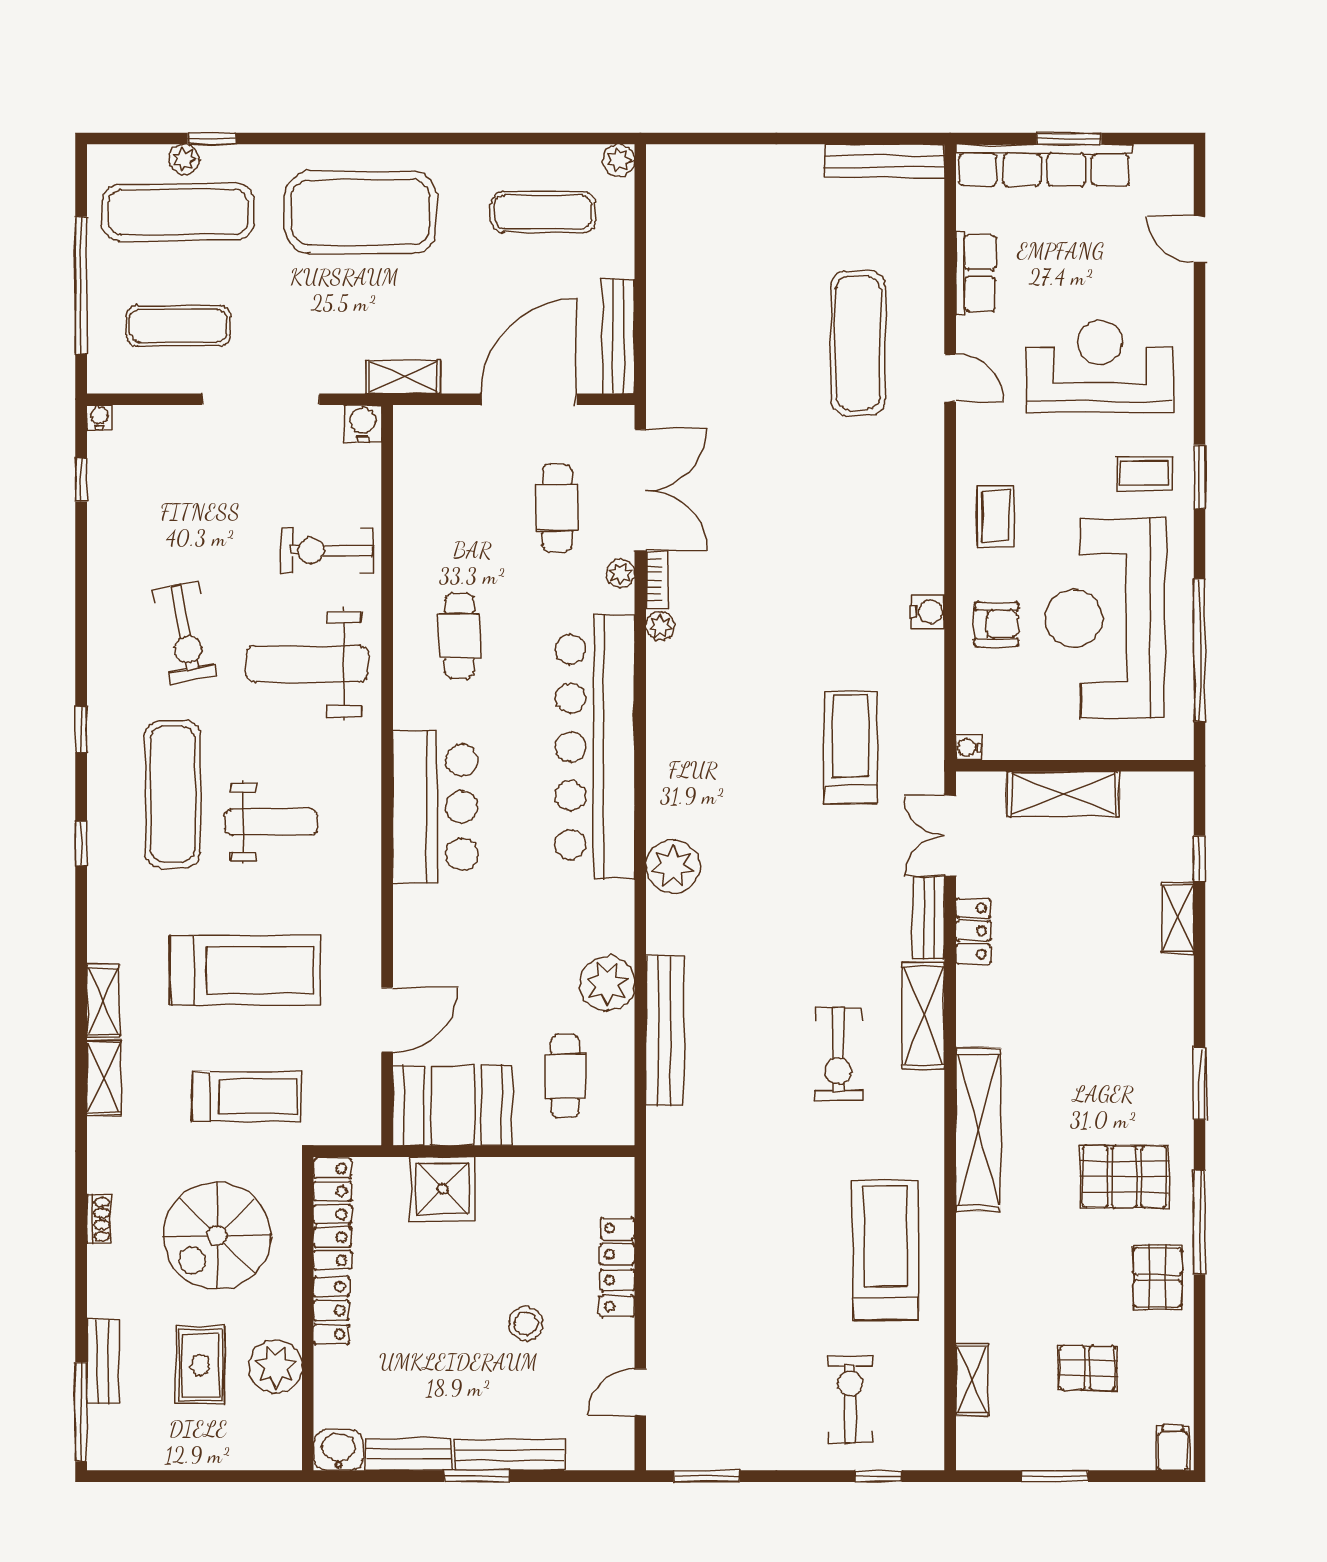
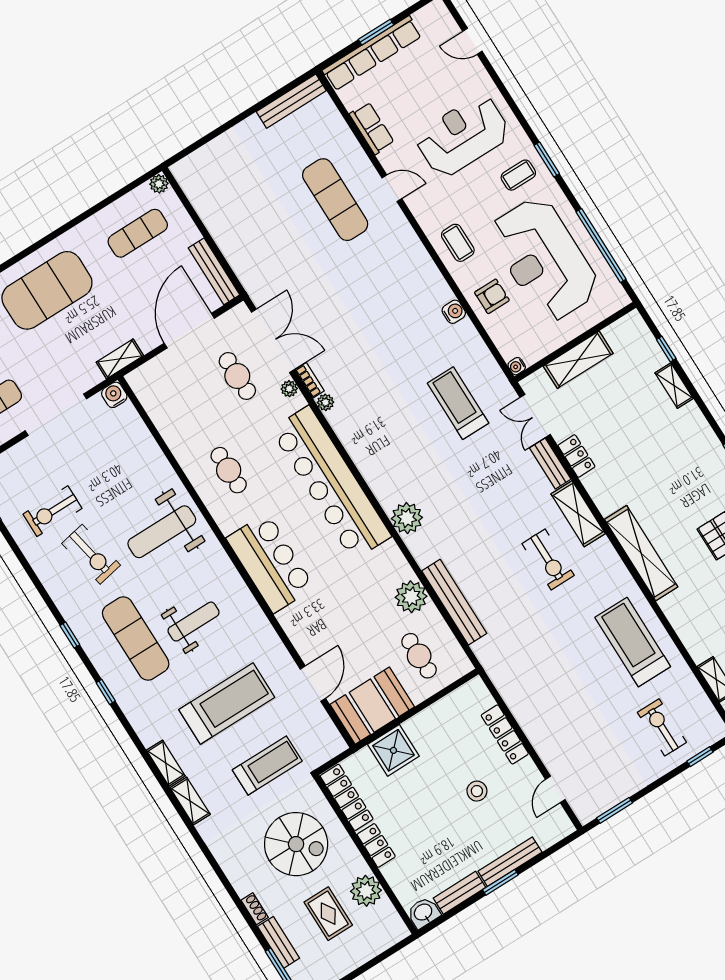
exercise bike: (327, 551) -> (52, 511), moved
shoe rack: (99, 1219) -> (255, 909), moved
spiral stairs: (217, 1236) -> (296, 844), turned -90

